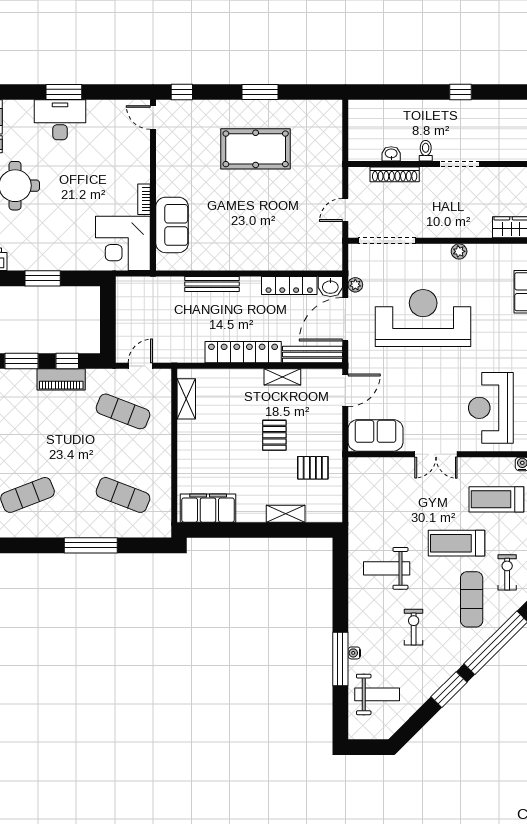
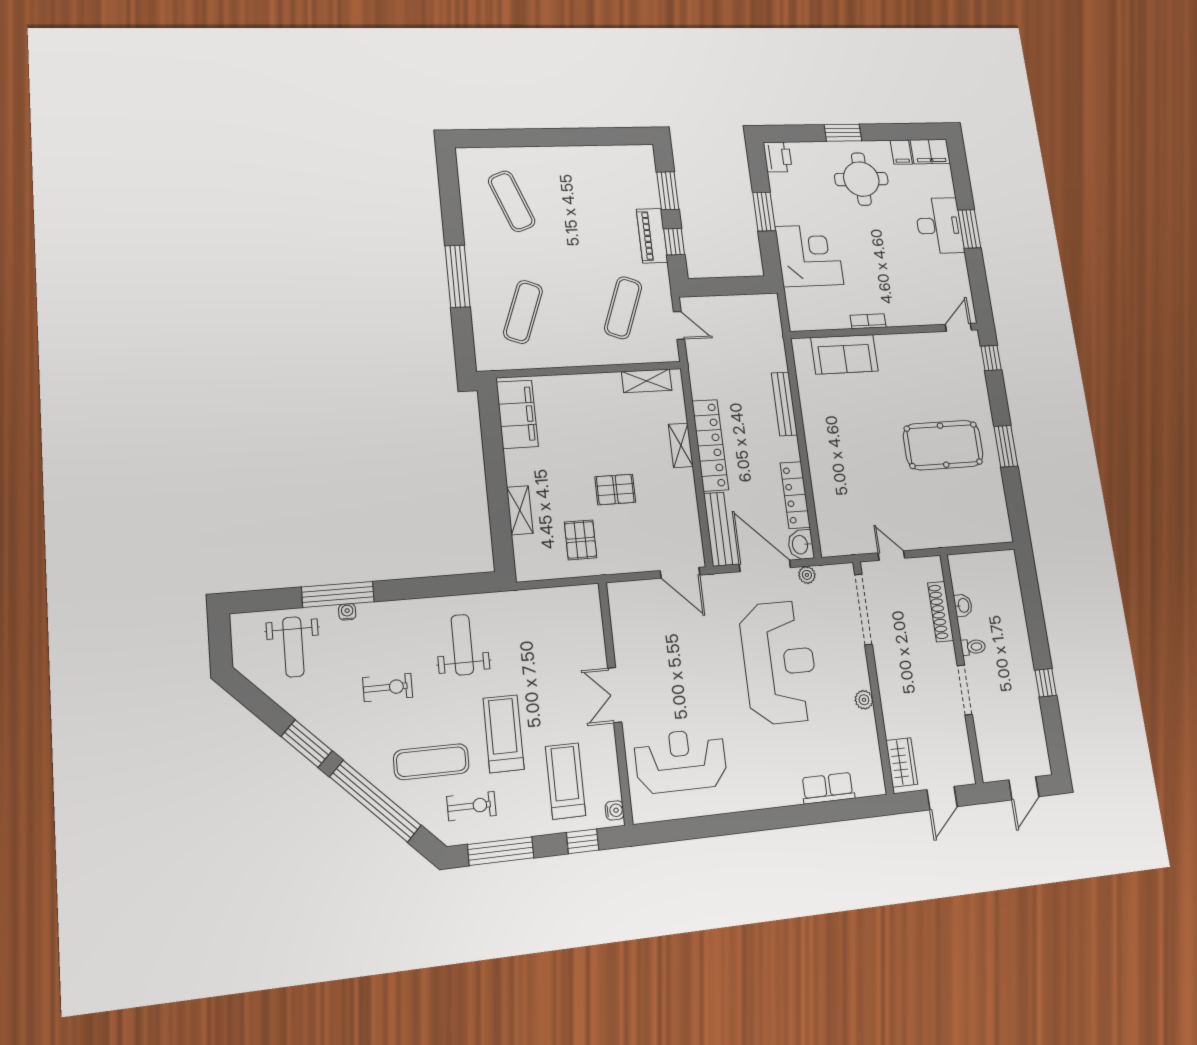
pool table: (256, 149) -> (943, 445), turned 90
corner desk: (123, 243) -> (809, 256), moved, turned 90
shelving: (282, 377) -> (681, 445), moved
sofa: (375, 435) -> (629, 615), removed

